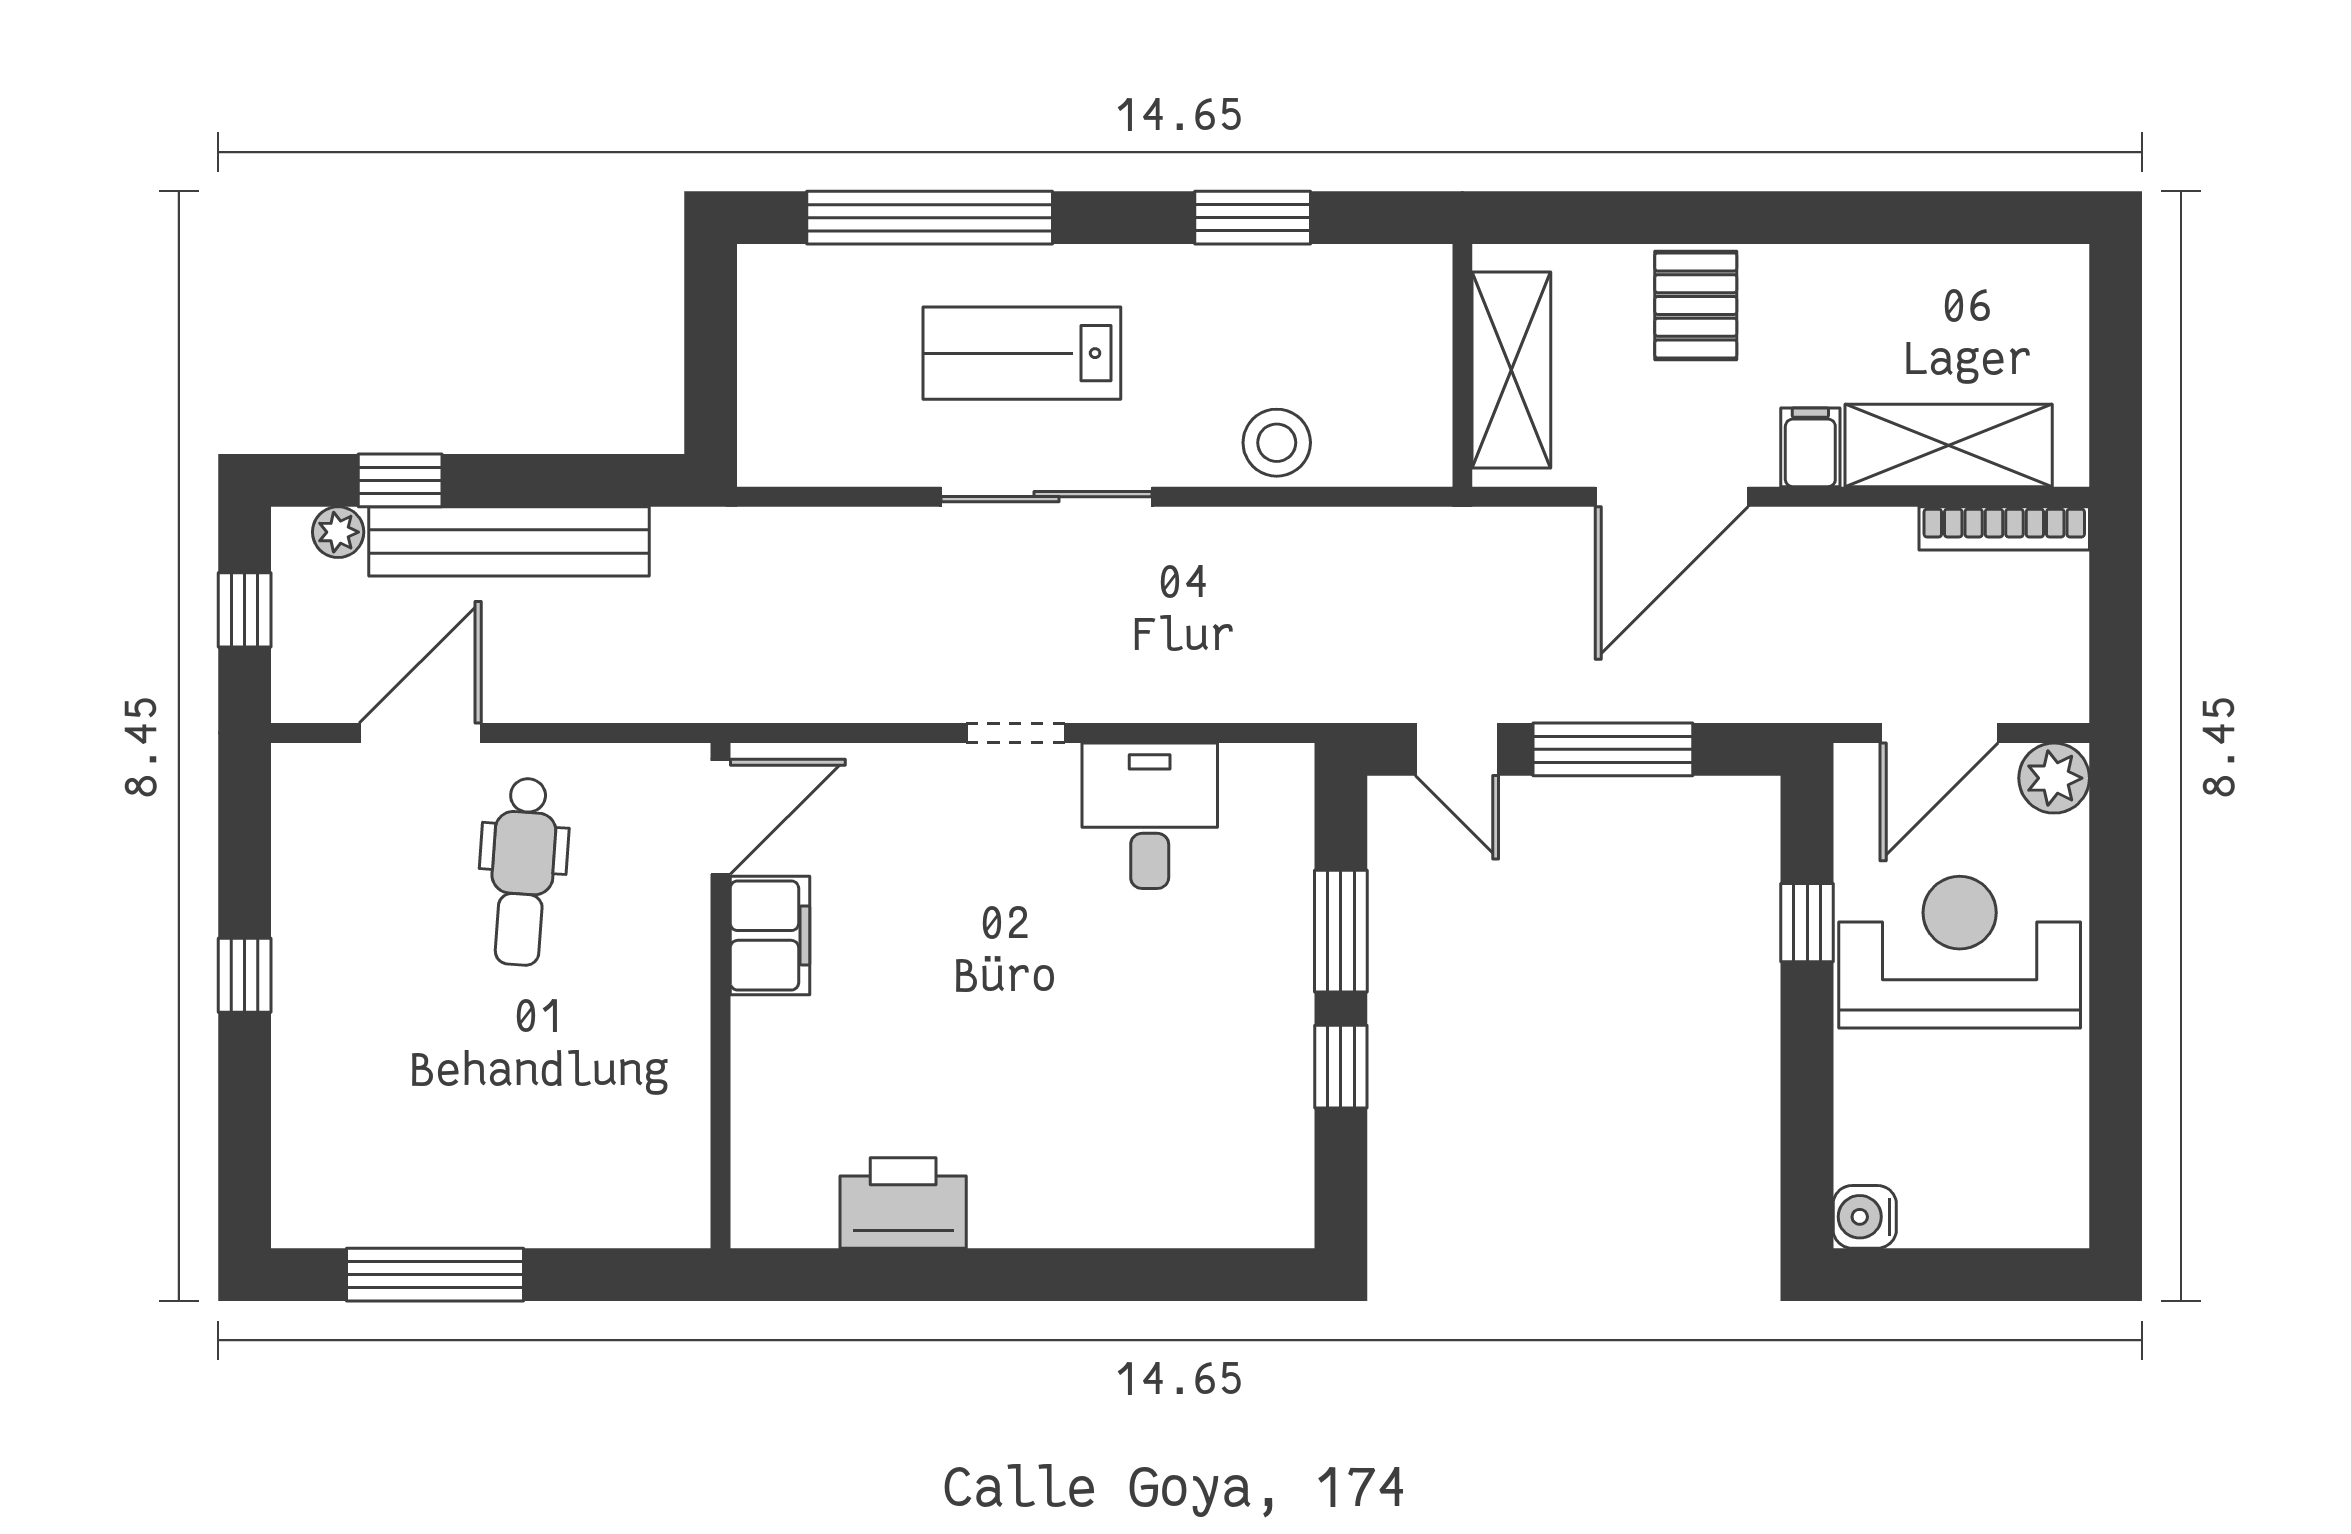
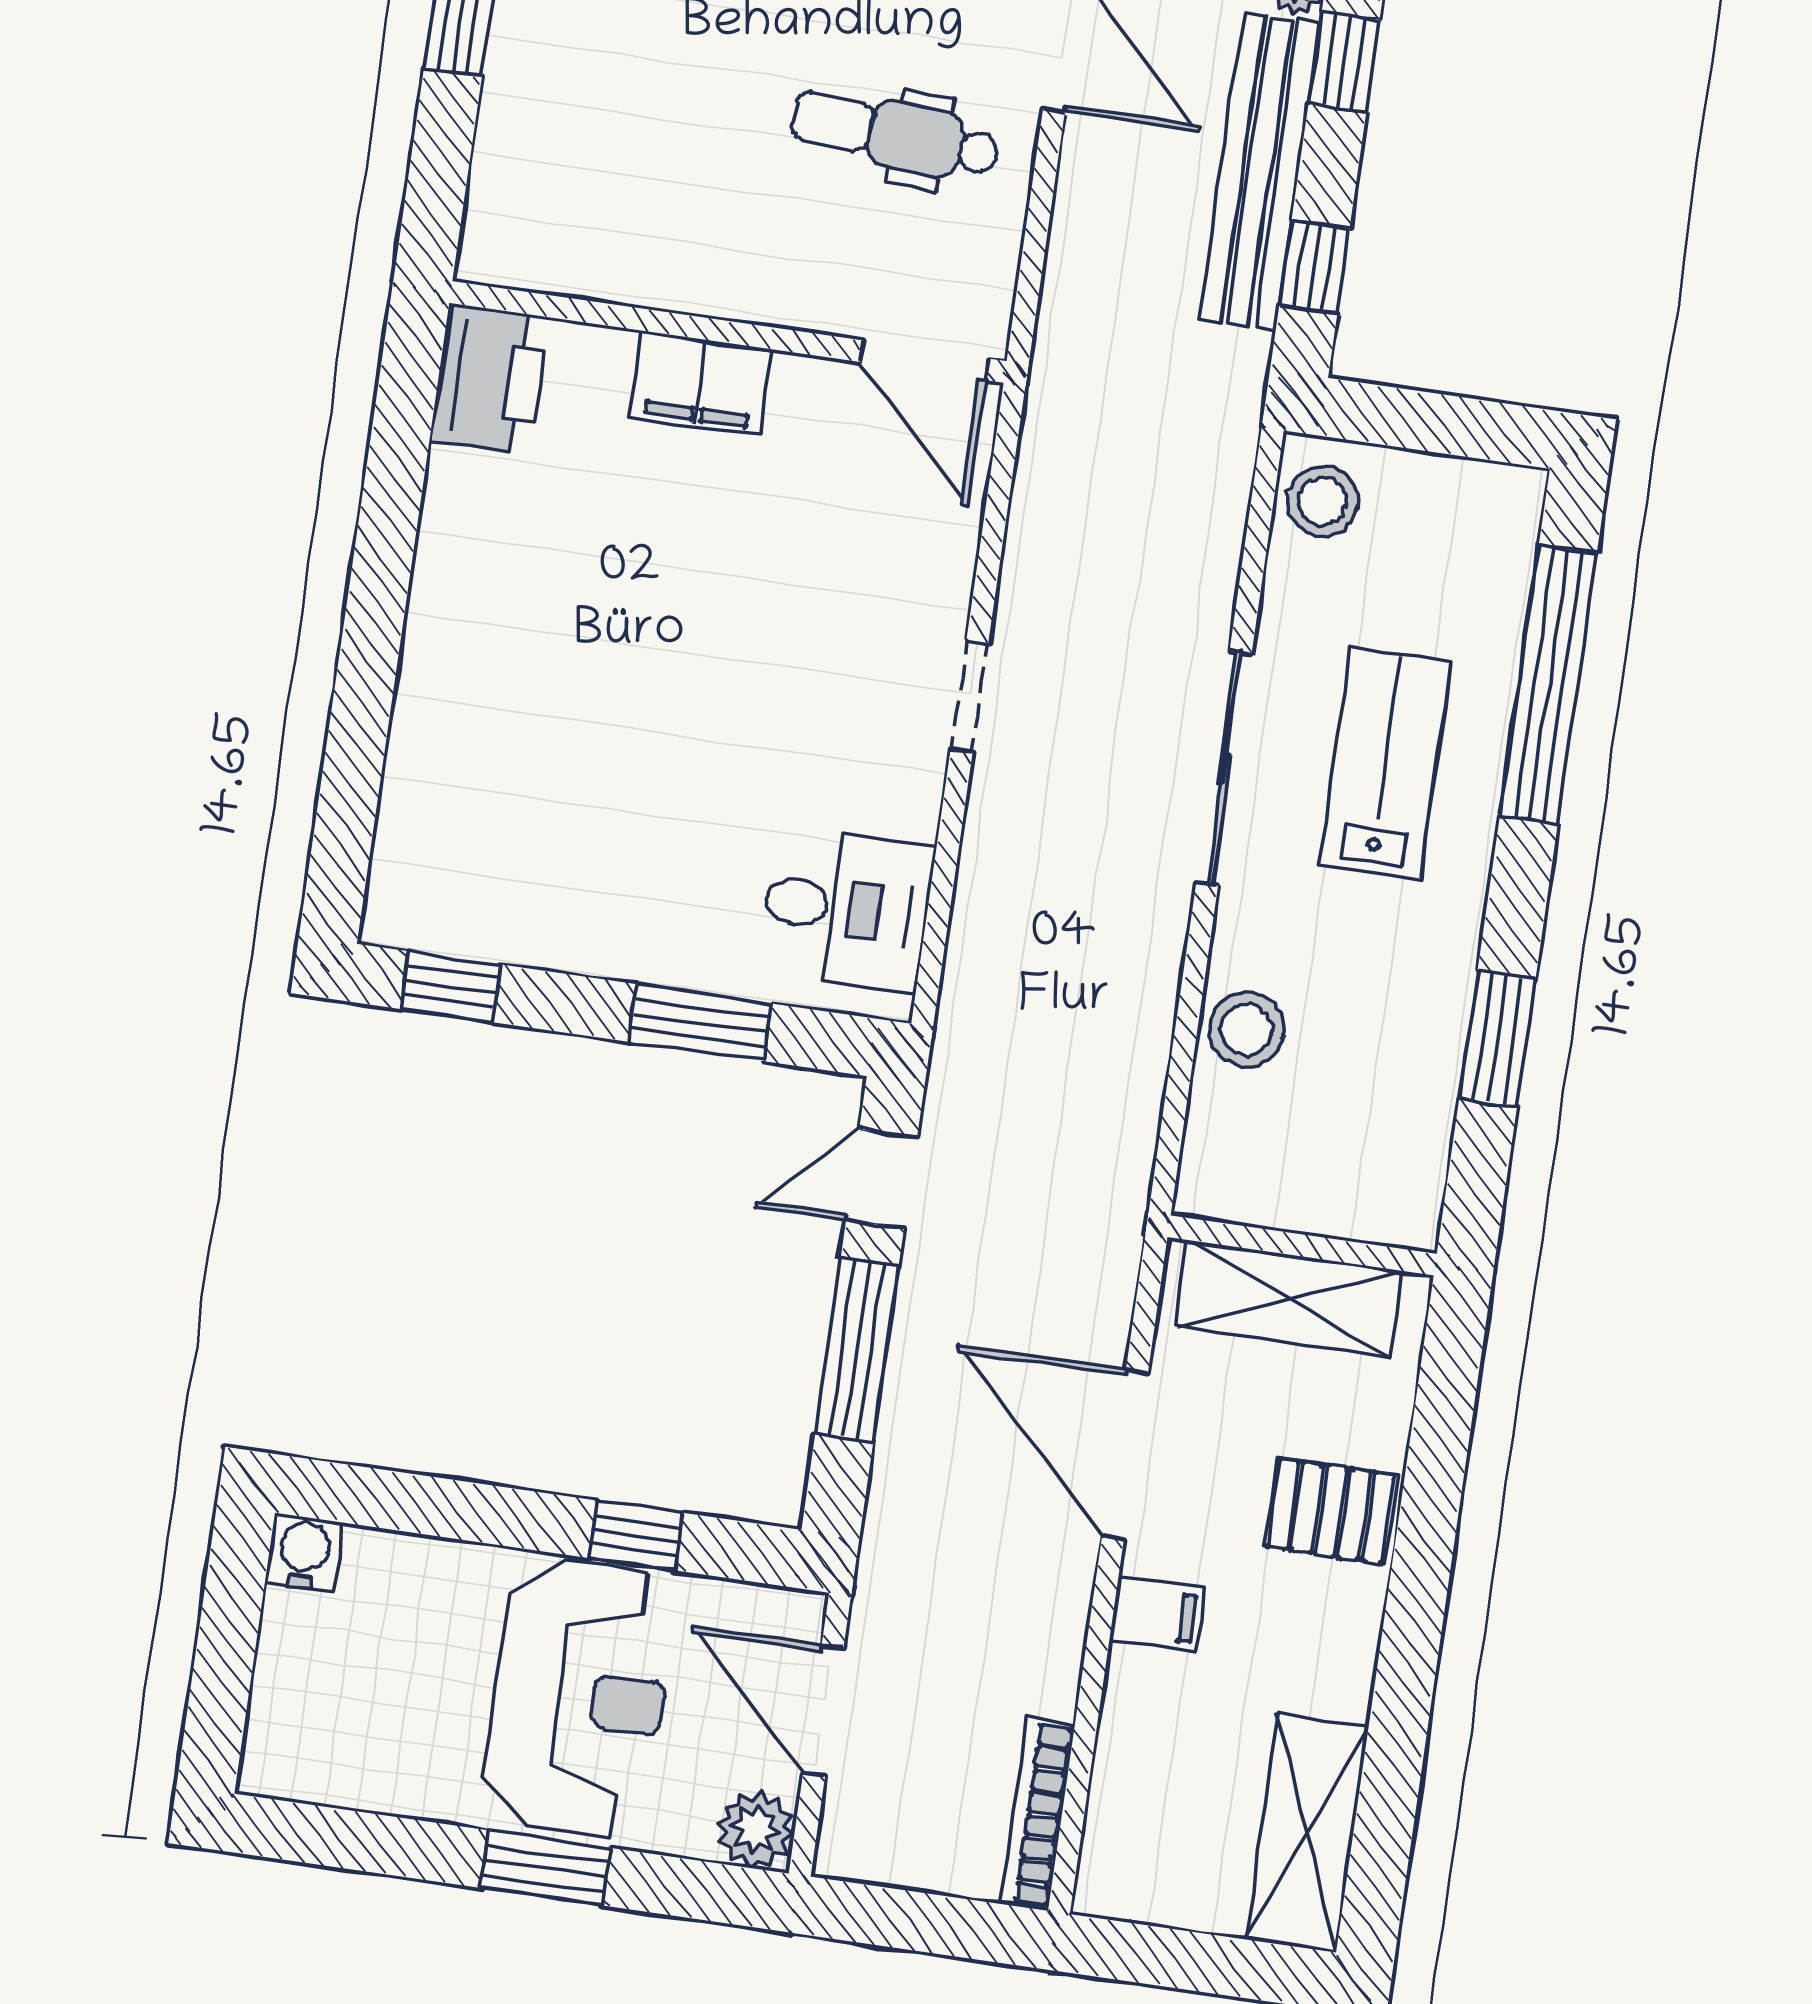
stool: (795, 443) -> (1322, 501), added
shelving: (1949, 445) -> (1307, 1832), moved
window: (587, 480) -> (1314, 267), added
desk: (1150, 816) -> (846, 909), moved
filing cabinet: (770, 935) -> (701, 383), moved
window: (2116, 961) -> (545, 1868), added
window: (1341, 1067) -> (451, 987), moved
printer: (903, 1203) -> (489, 379), moved

